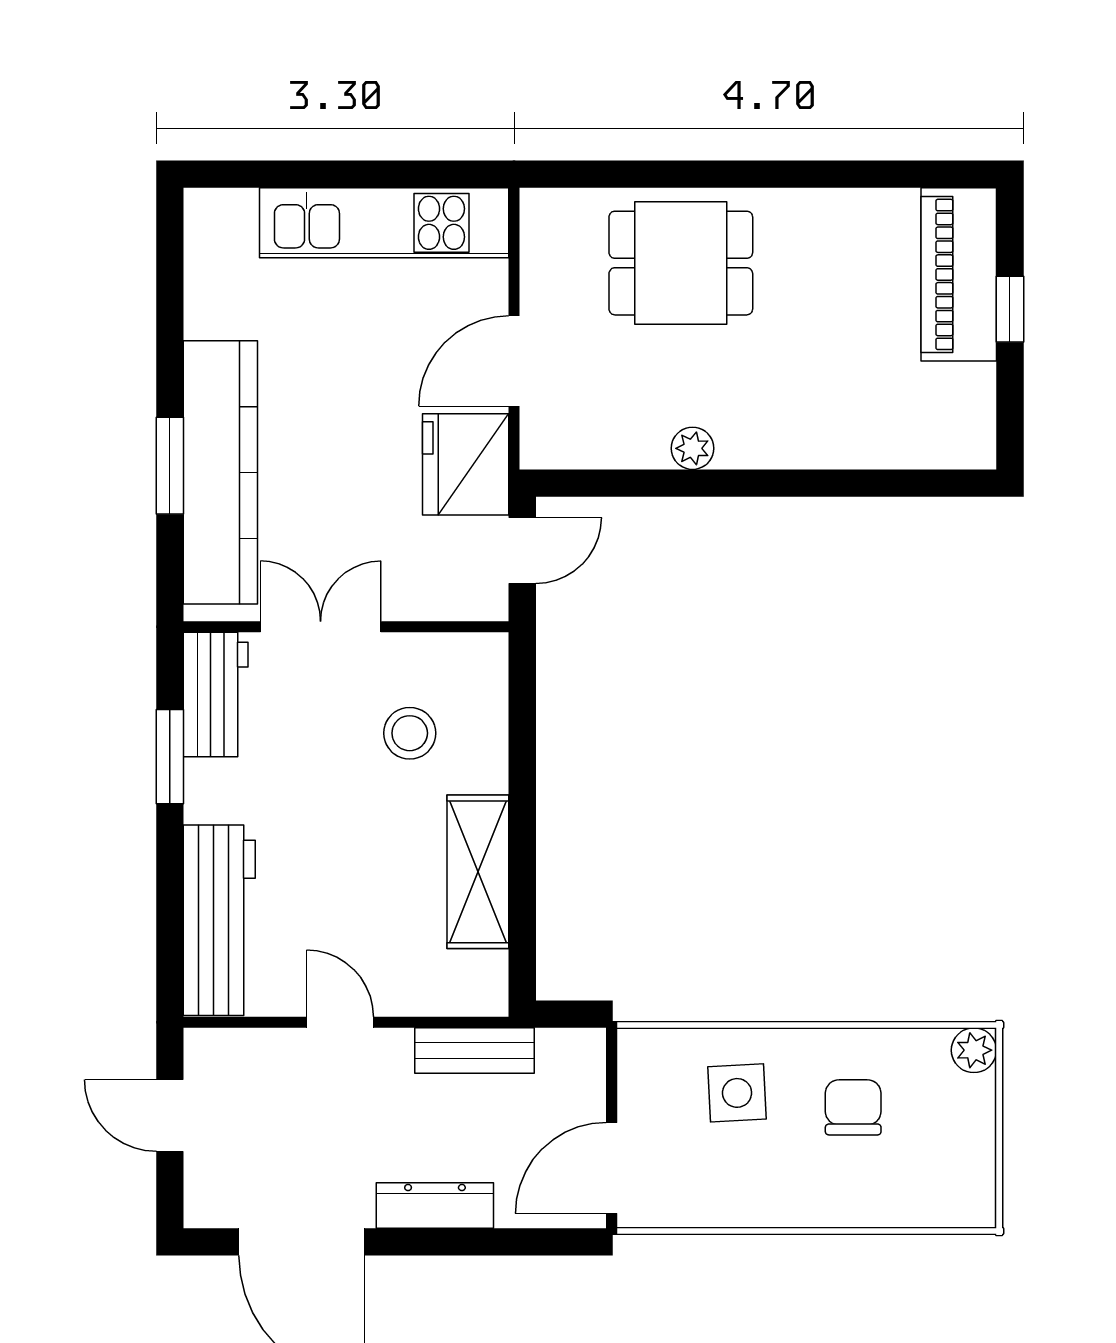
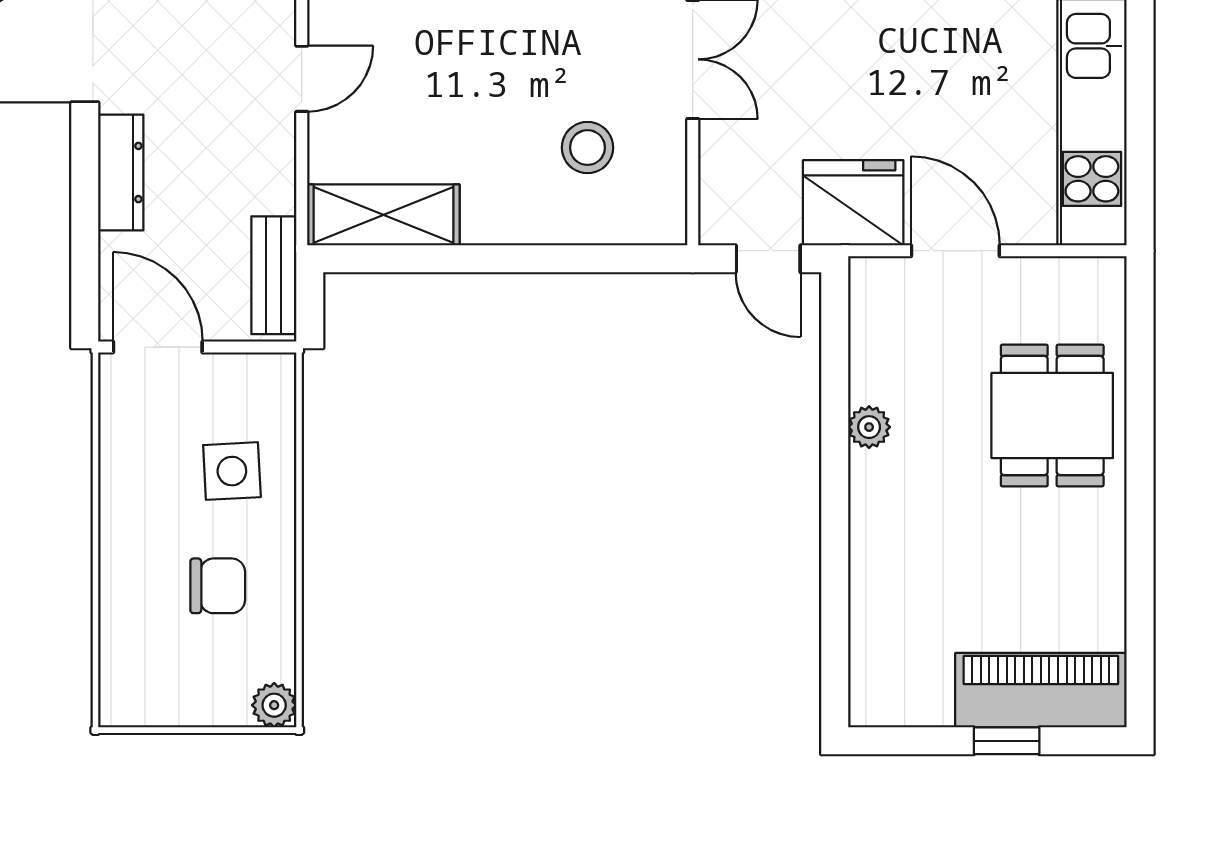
shelving: (478, 872) -> (384, 215), moved
bench: (475, 1051) -> (274, 275), moved

